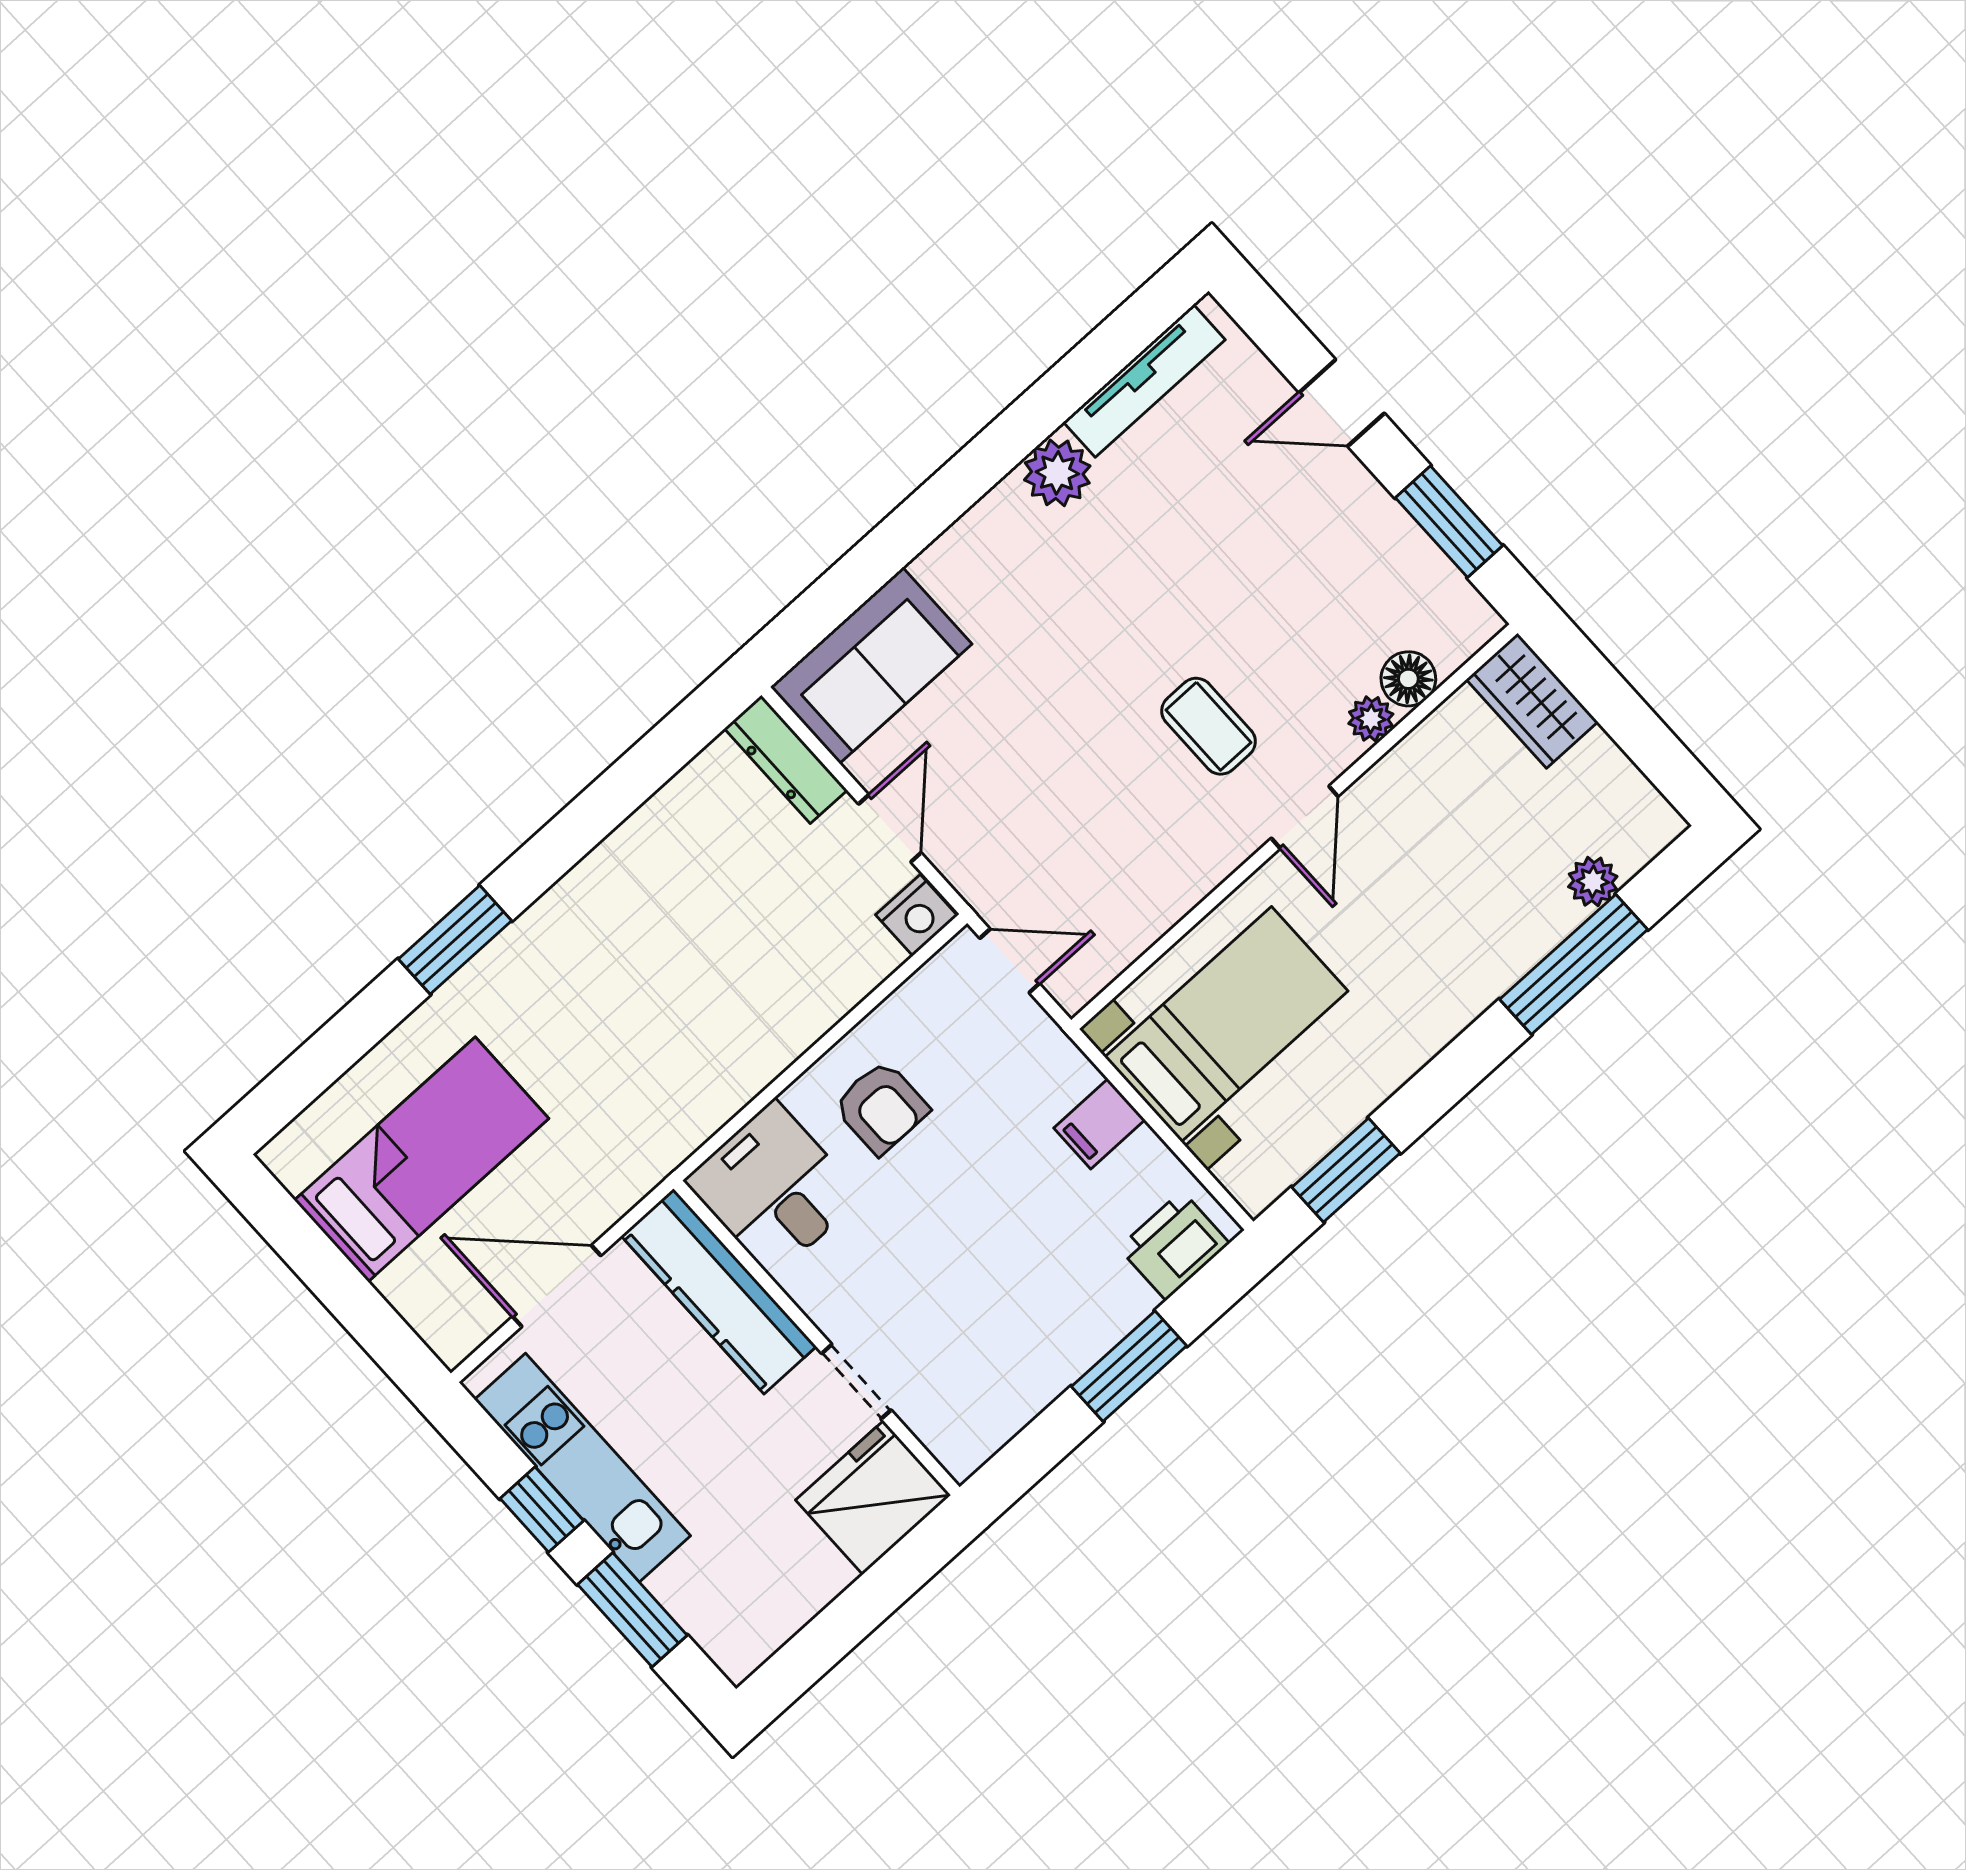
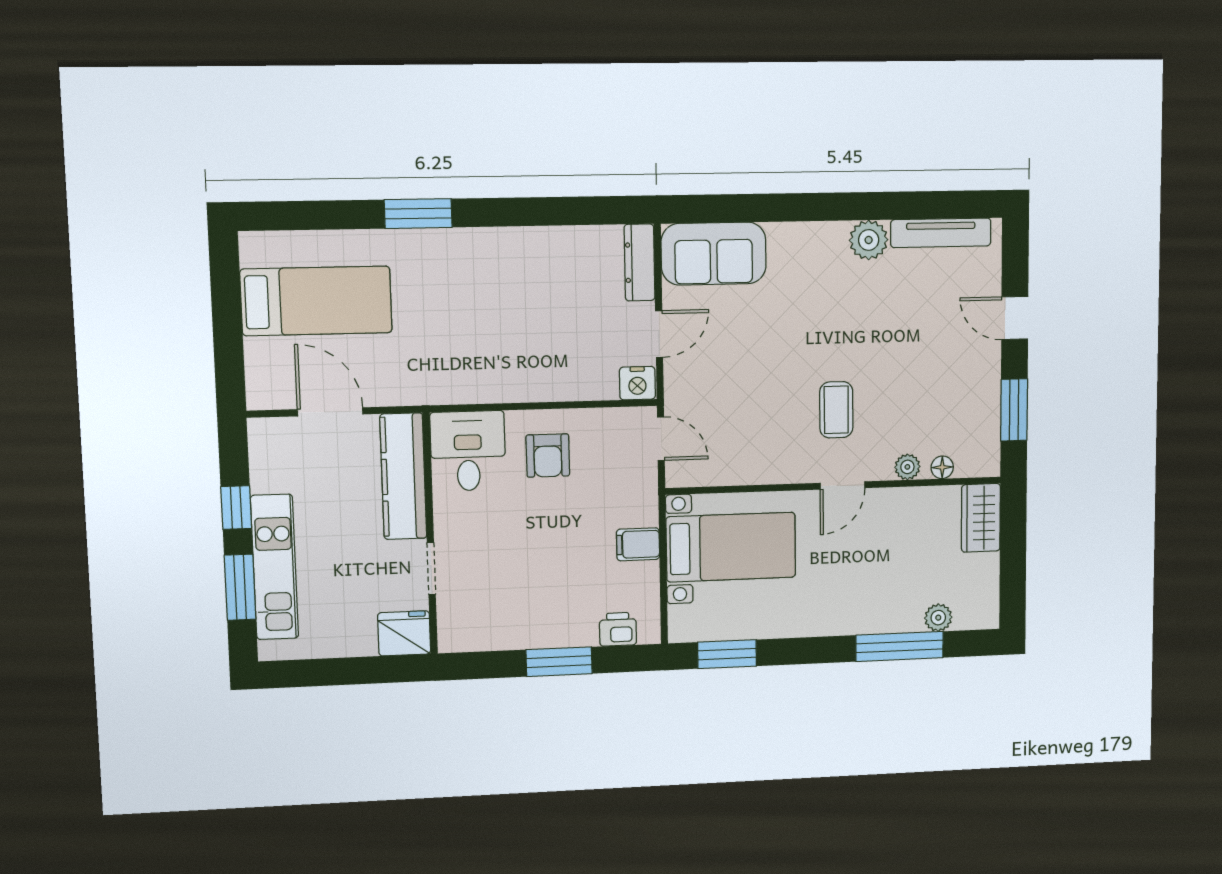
floor lamp: (1408, 679) -> (942, 467), width x0.73, depth x0.73
printer: (1174, 1246) -> (618, 629), width x0.73, depth x0.81
kitchen unit: (582, 1468) -> (275, 567), moved
fridge: (873, 1498) -> (404, 633), width x0.73, depth x0.75

